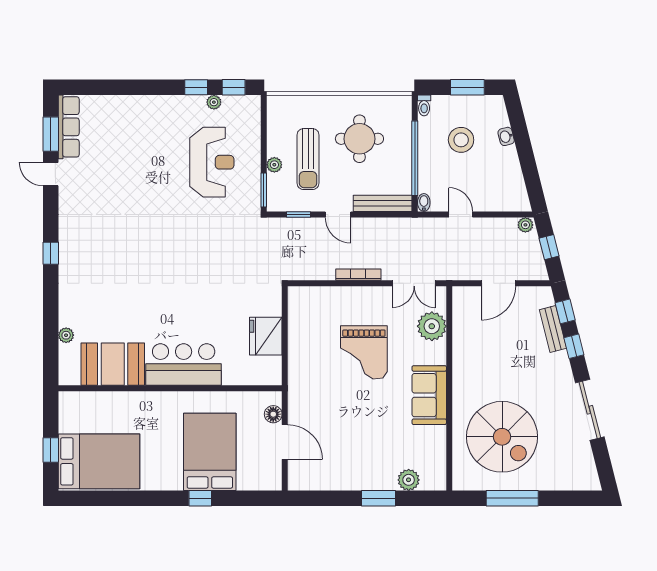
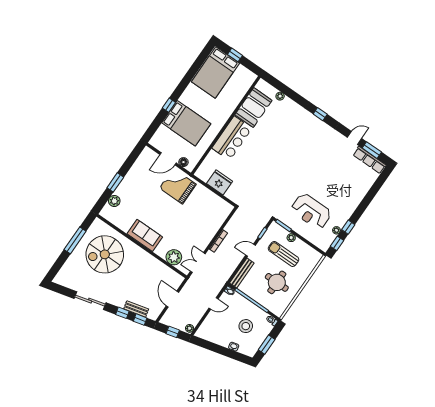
grand piano: (364, 352) -> (178, 186), moved

